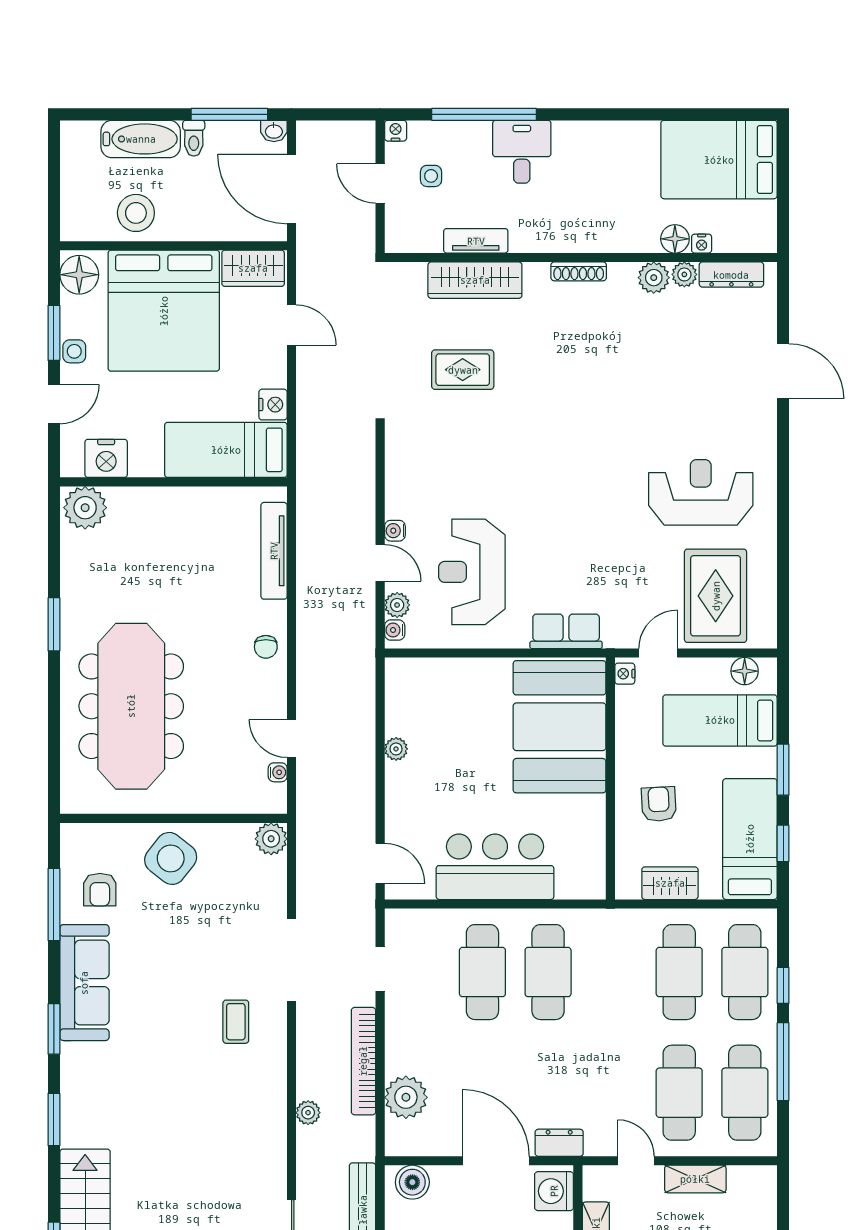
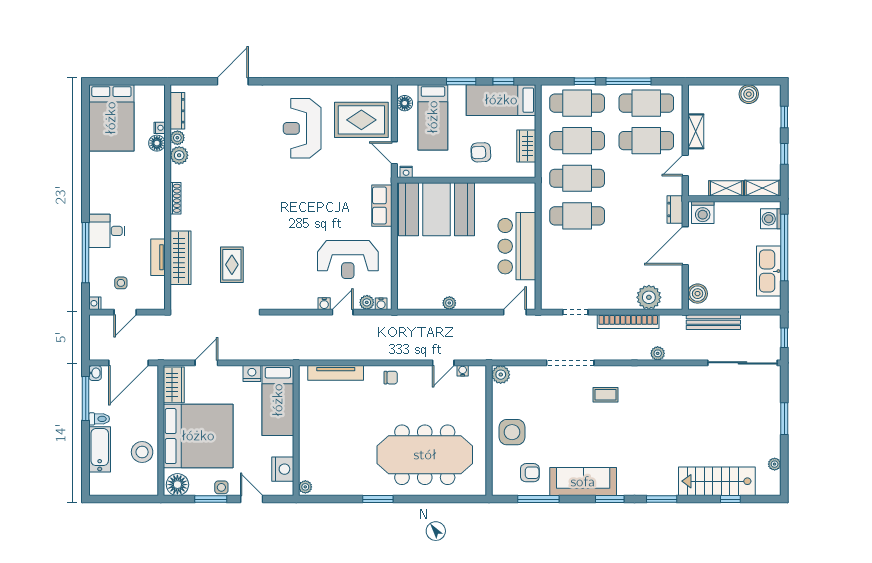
plant: (85, 508) -> (305, 487), width x0.53, depth x0.53
side table: (171, 858) -> (512, 432), turned -38
cafe table: (482, 972) -> (577, 178), moved

